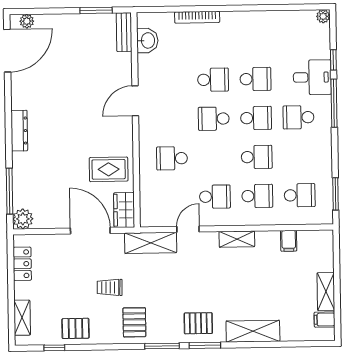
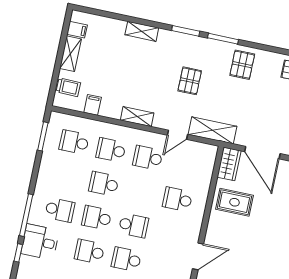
school desk: (172, 158) -> (177, 199), turned 180
trolley: (110, 287) -> (68, 87), moved
pallet: (198, 323) -> (190, 81), moved, turned 90
shelving: (253, 331) -> (142, 31), width x0.67, depth x0.75

